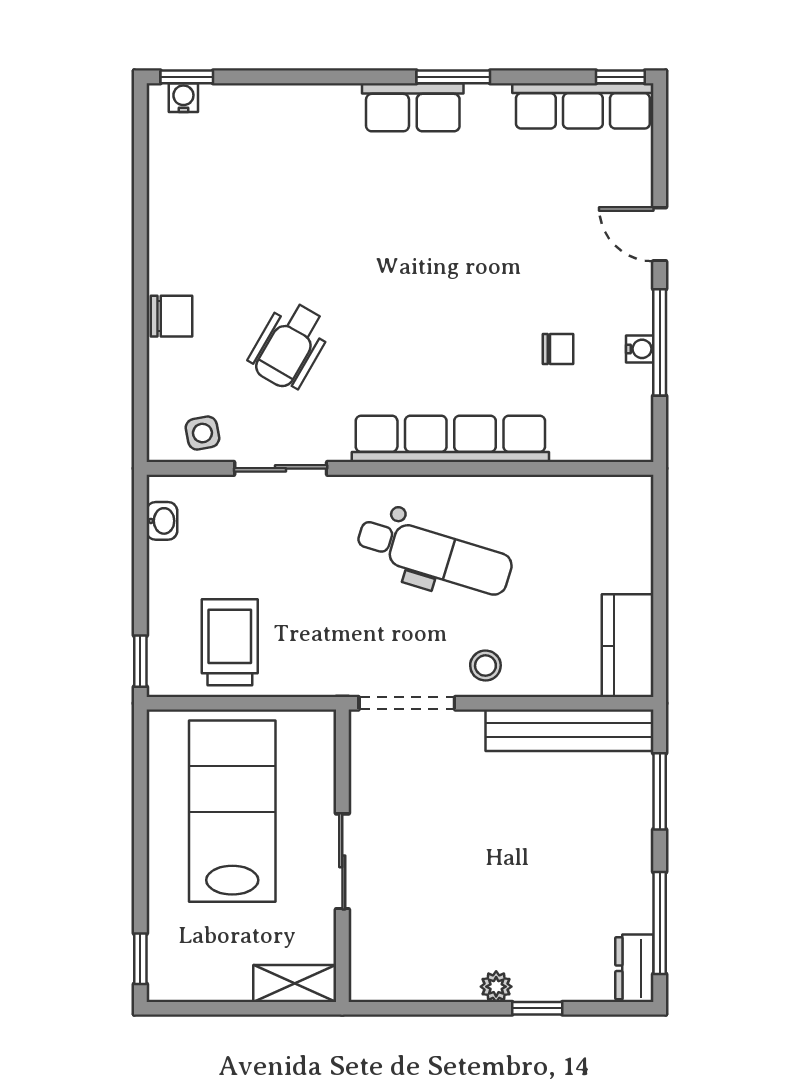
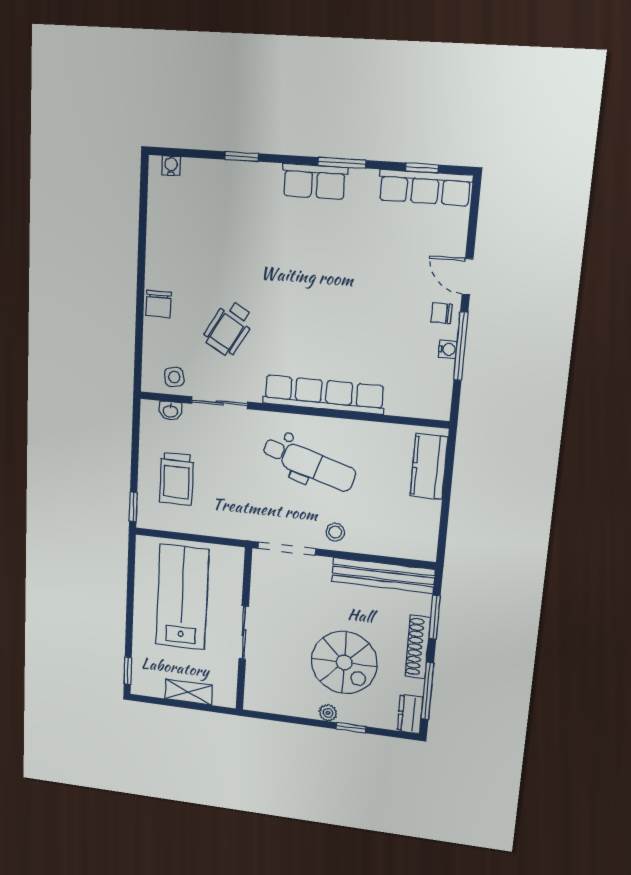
window: (187, 77) -> (242, 157), moved
window: (620, 77) -> (422, 168), moved
chair: (171, 316) -> (159, 304), turned 90
chair: (558, 349) -> (442, 313), moved, turned 180
washbasin: (162, 521) -> (170, 411), moved, turned 90
trolley: (230, 642) -> (176, 479), moved, turned 180
kitchen counter: (628, 646) -> (429, 467), moved
shoe rack: (637, 847) -> (418, 647), added
spiral stairs: (517, 891) -> (344, 662), added
shelving: (295, 984) -> (189, 692), moved

